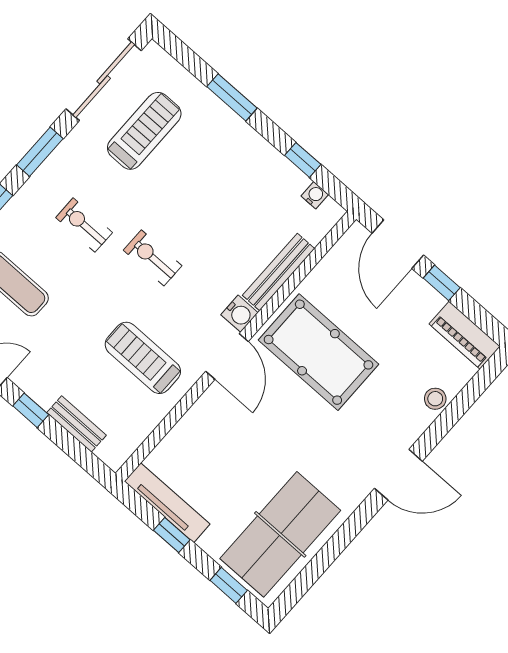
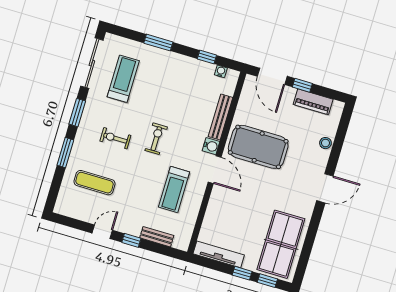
exercise bike: (153, 258) -> (156, 139), turned 90
piano: (465, 335) -> (313, 102), moved
treadmill: (143, 358) -> (174, 189), turned -90
window: (172, 535) -> (242, 273), moved

